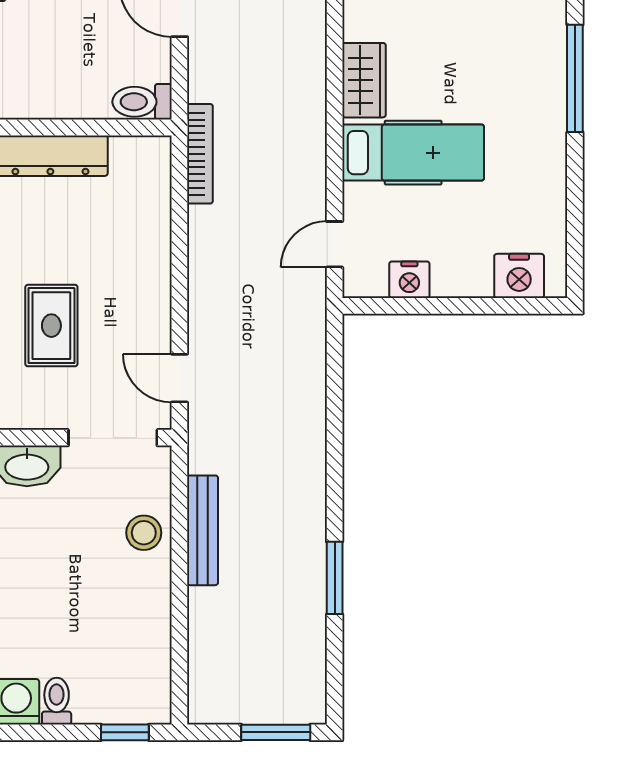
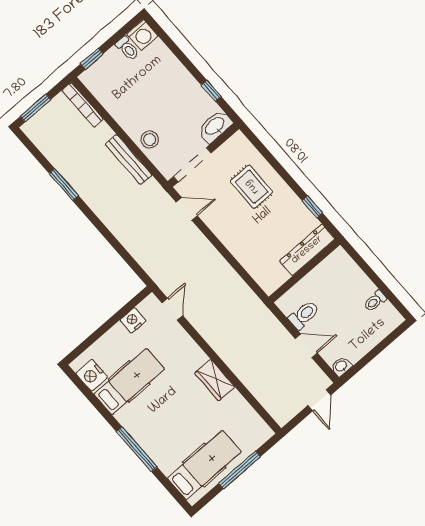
toilet: (142, 102) -> (304, 315), moved
hospital bed: (413, 153) -> (129, 382), moved, turned 180
bookcase: (200, 154) -> (83, 105), moved
nightstand: (519, 276) -> (92, 375), moved, turned -90

